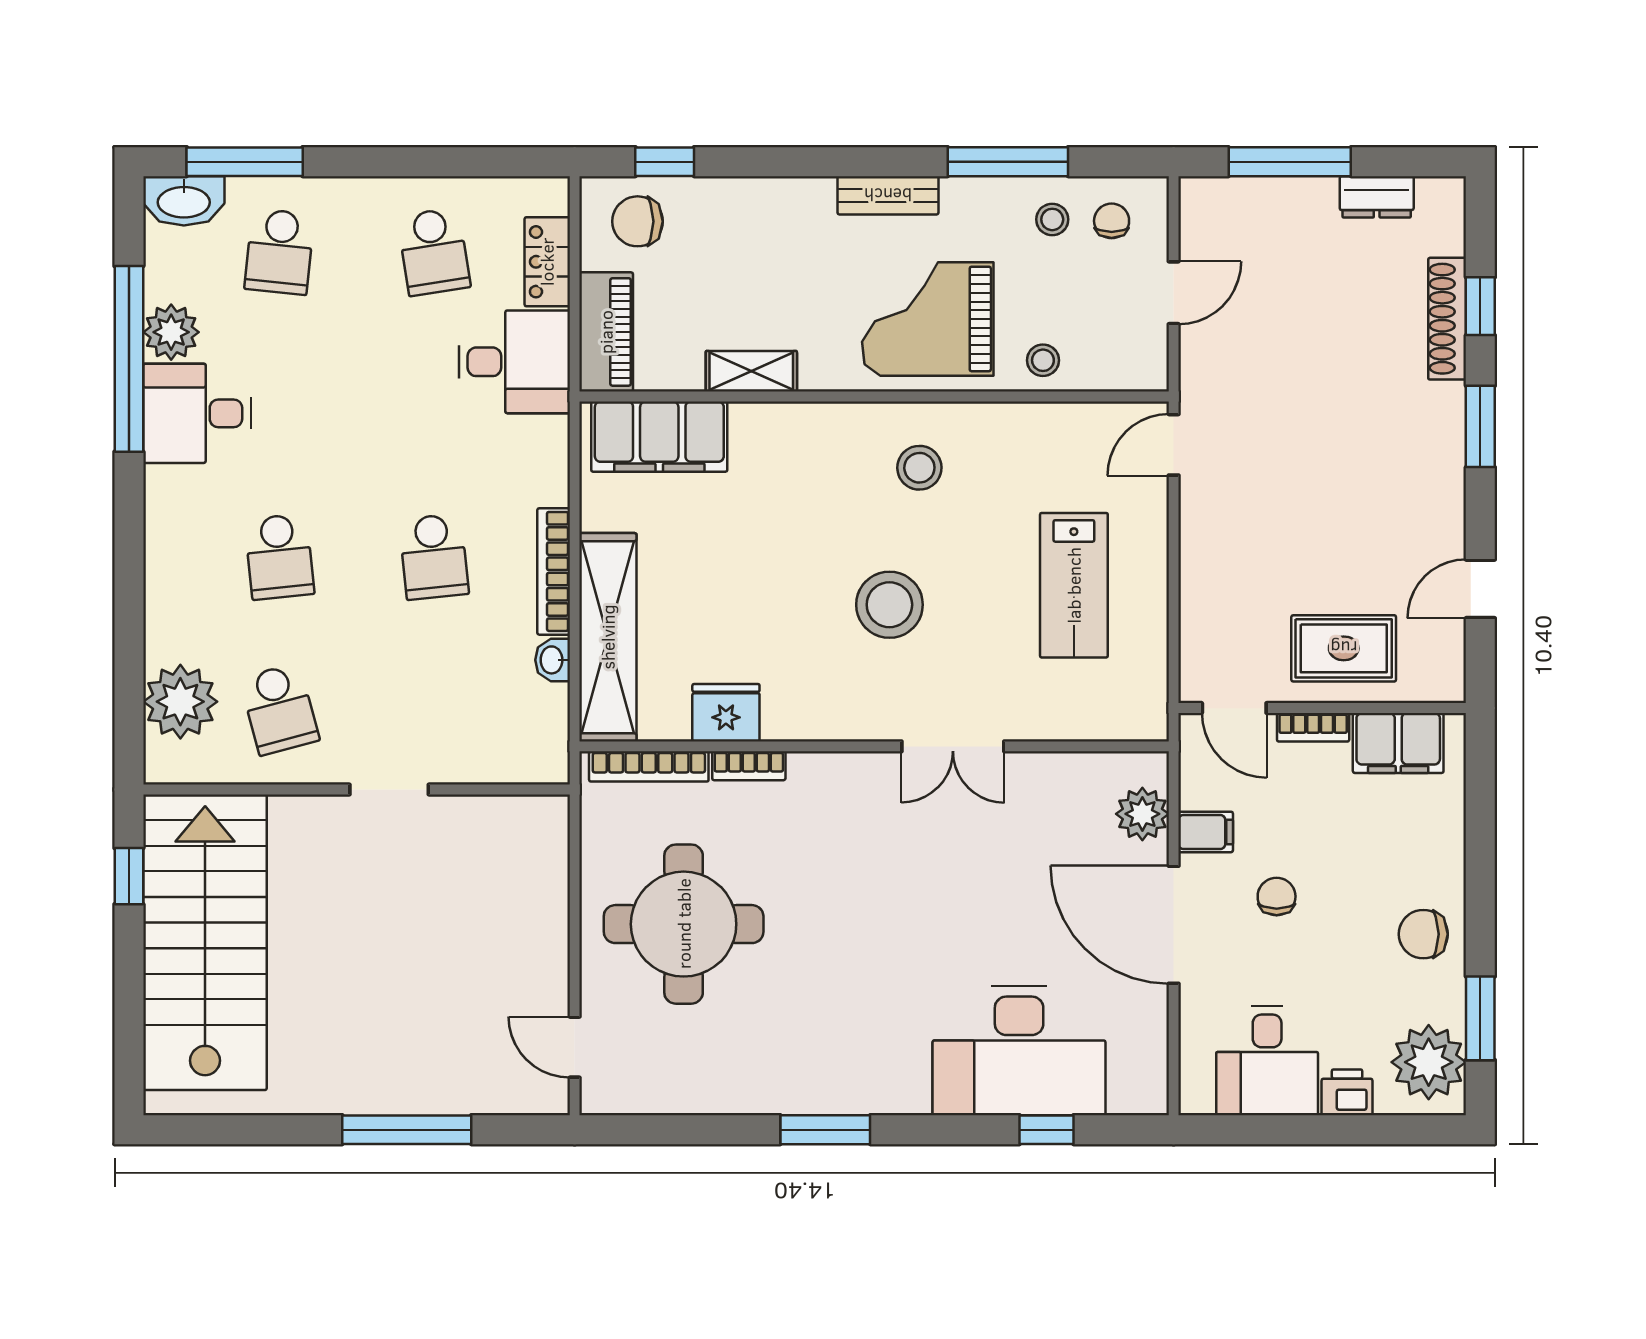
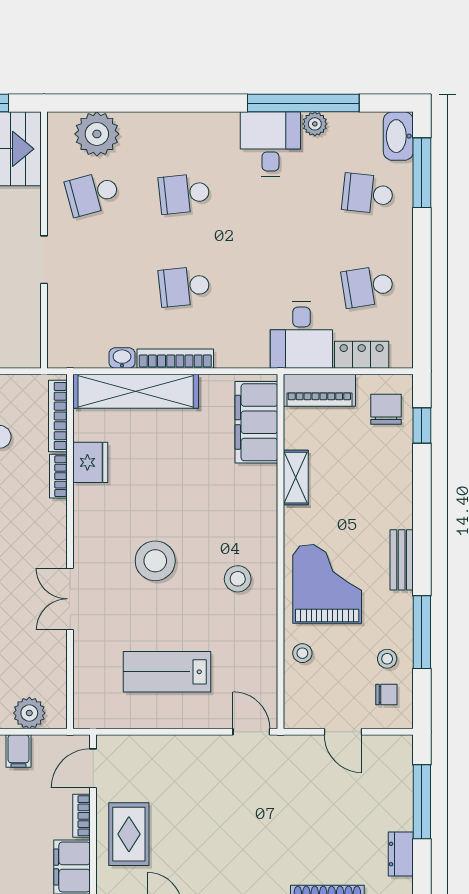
plant: (171, 332) -> (315, 124), width x0.73, depth x0.73

